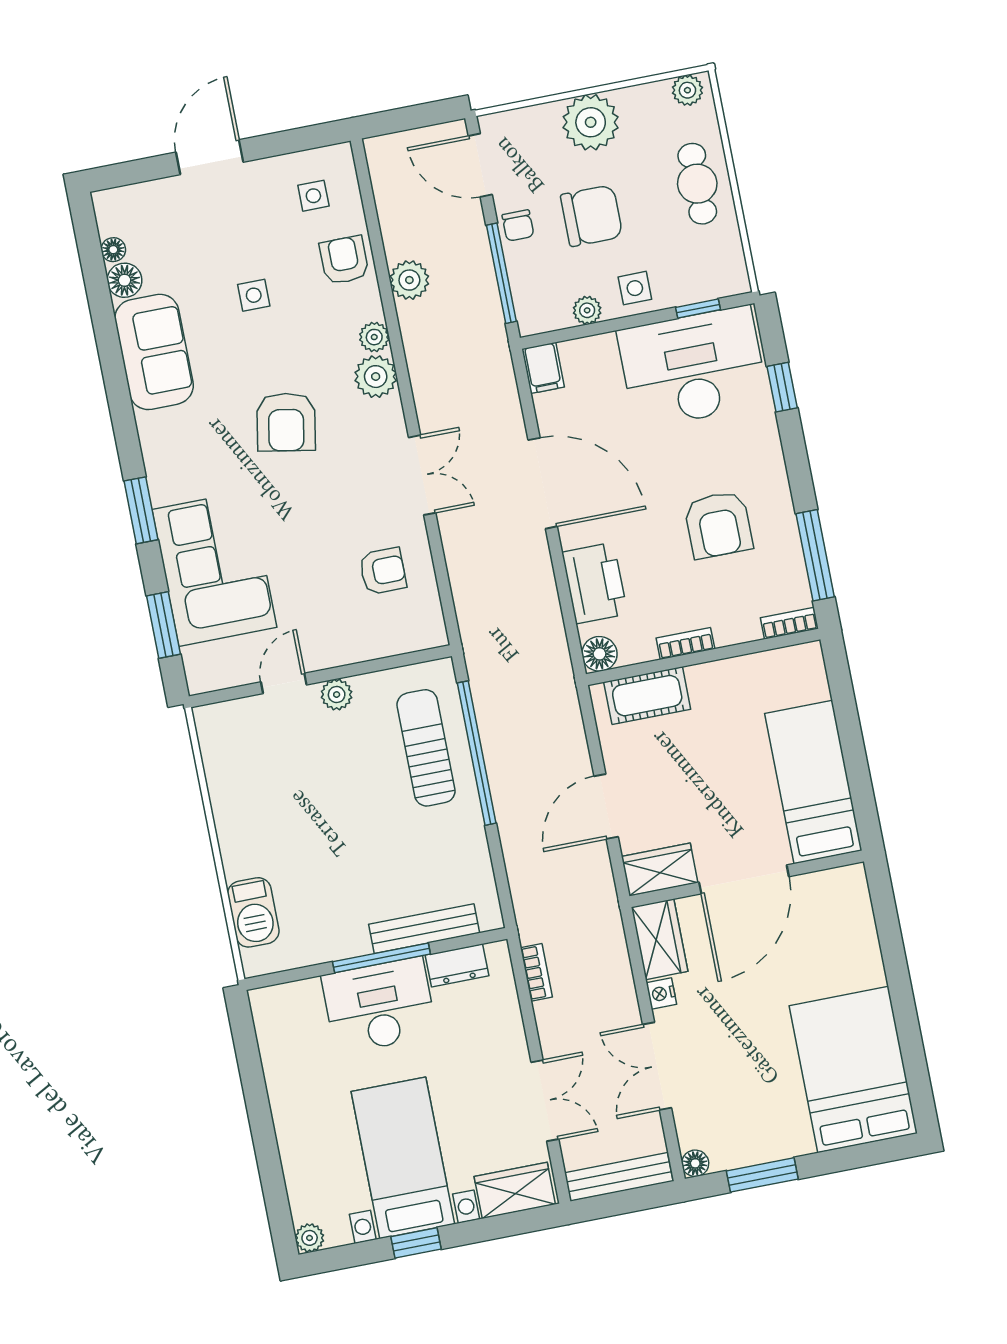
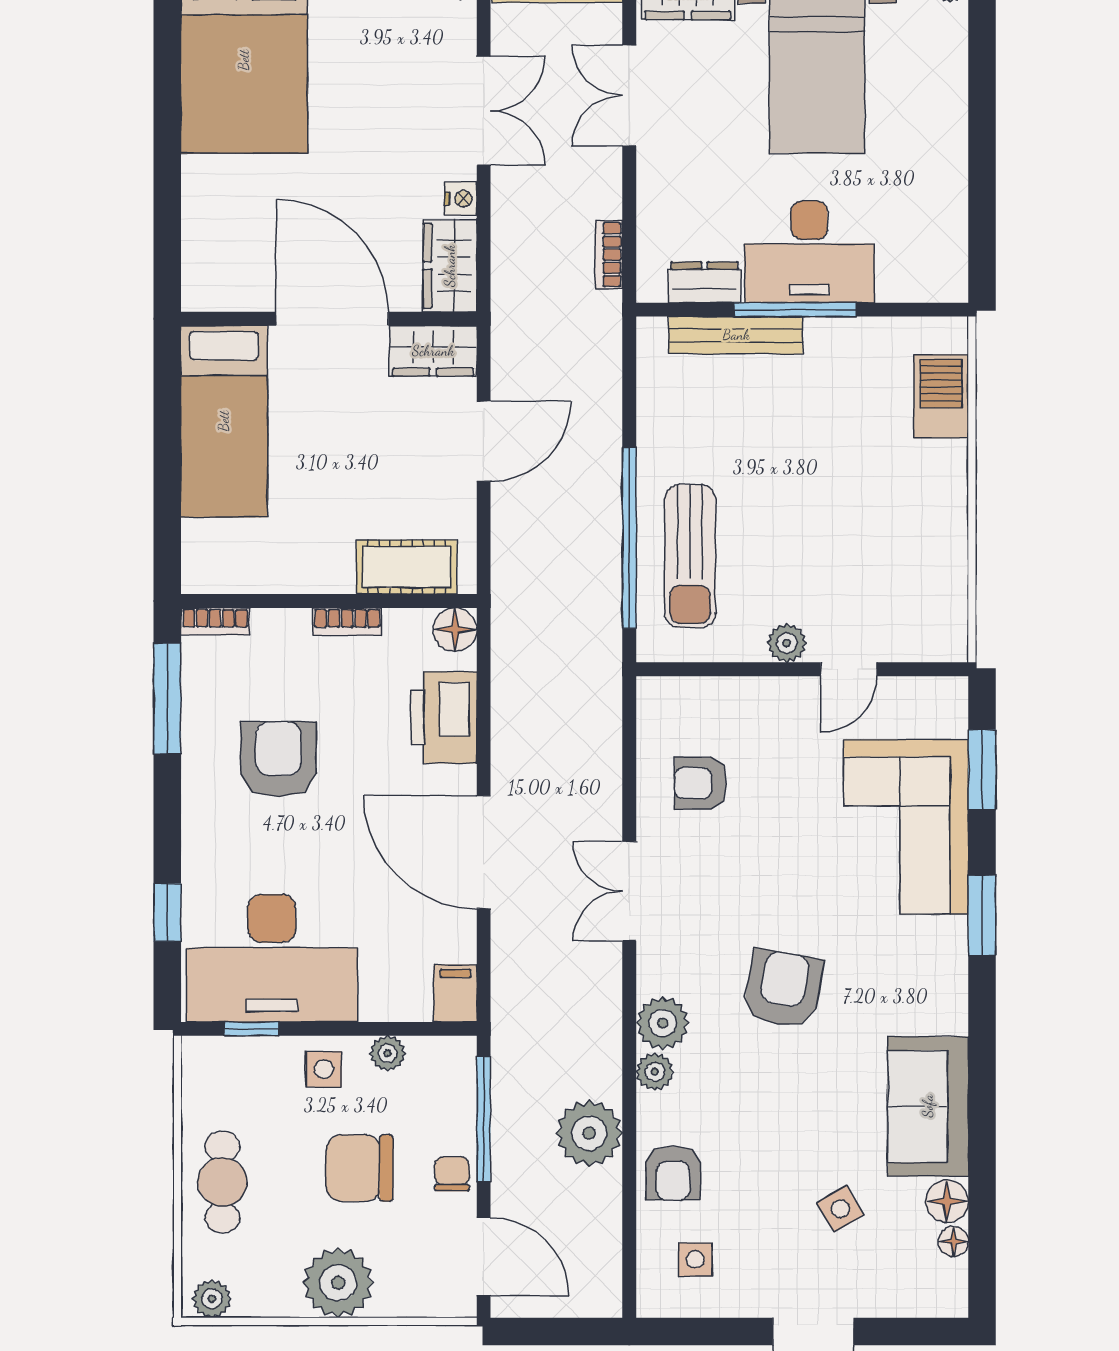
plant: (409, 280) -> (589, 1133), width x1.36, depth x1.36
side table: (254, 295) -> (840, 1209), moved, turned -30
door: (744, 879) -> (332, 319), hinge flipped

